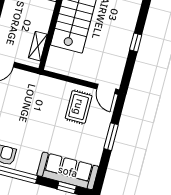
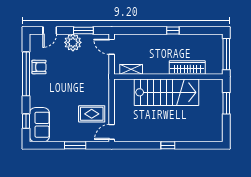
window: (136, 42) -> (168, 145), moved
sofa: (68, 171) -> (39, 125), width x0.73

